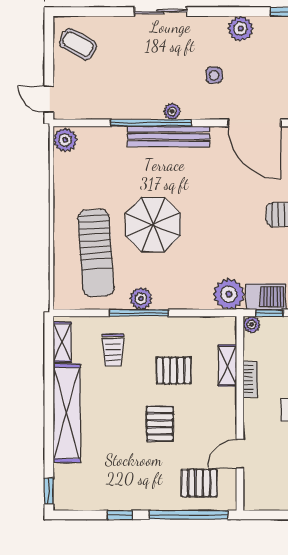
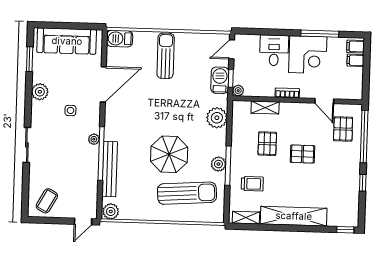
bench: (169, 136) -> (110, 169), moved
plant: (229, 294) -> (217, 118), moved
bookcase: (250, 379) -> (287, 93), moved

